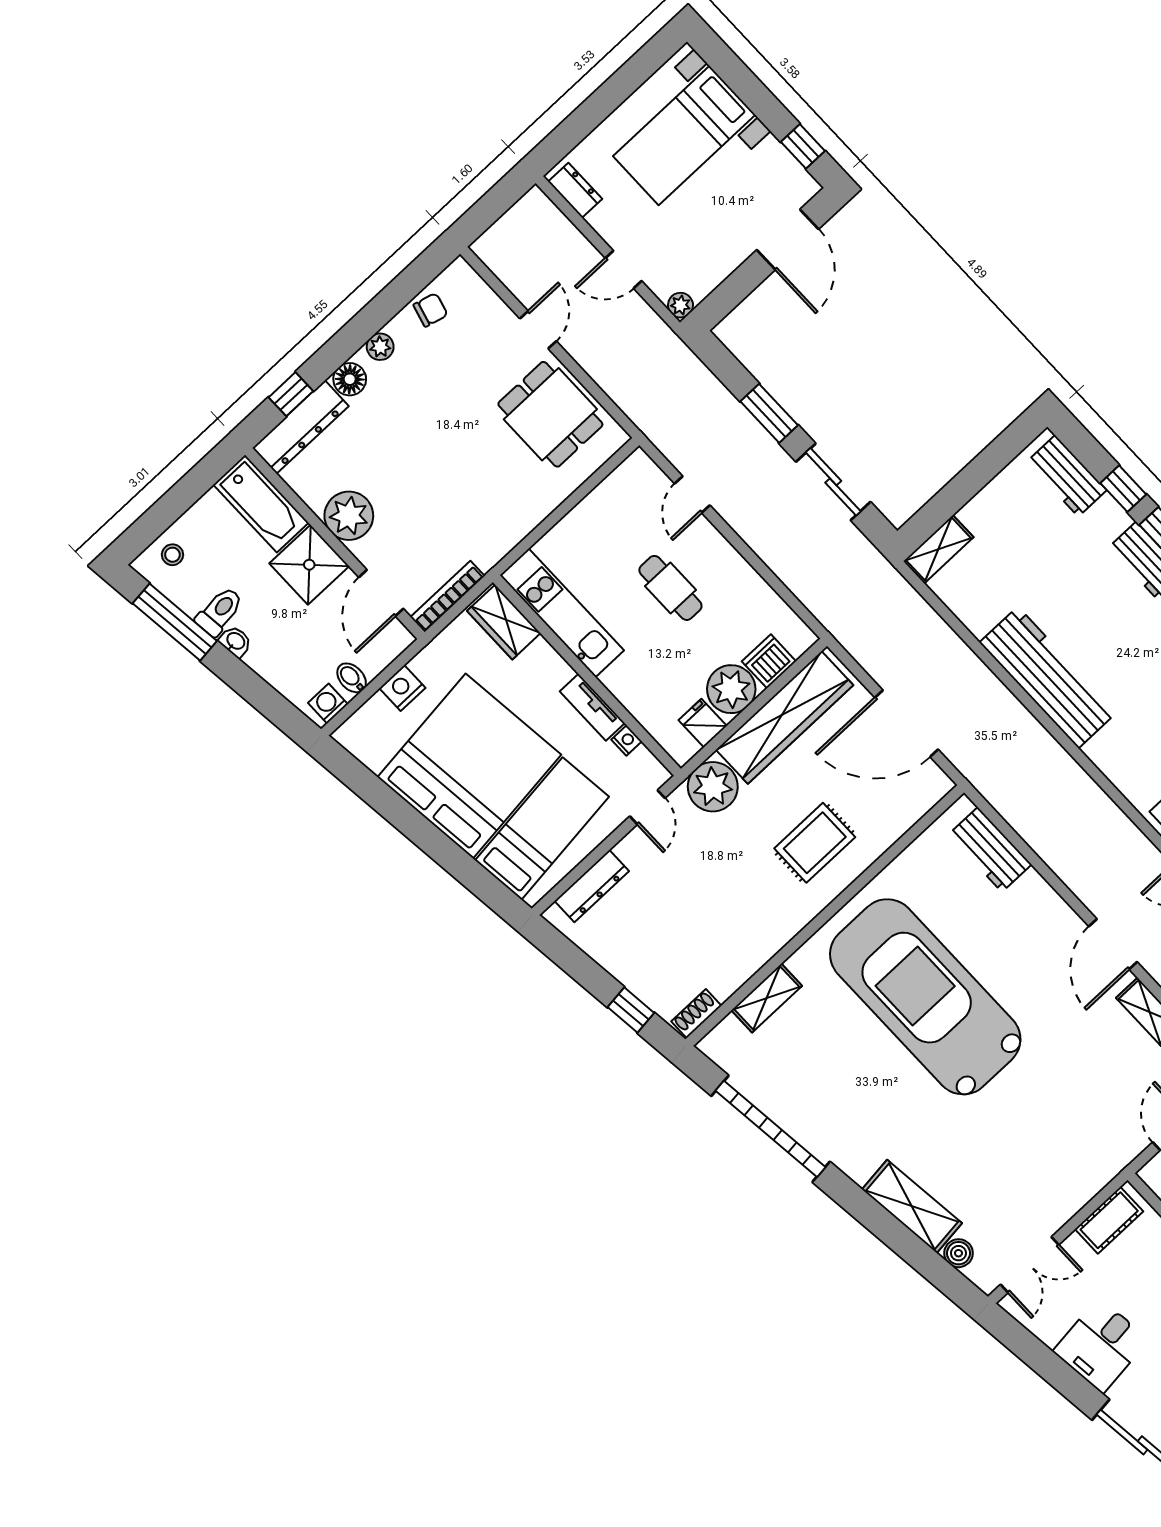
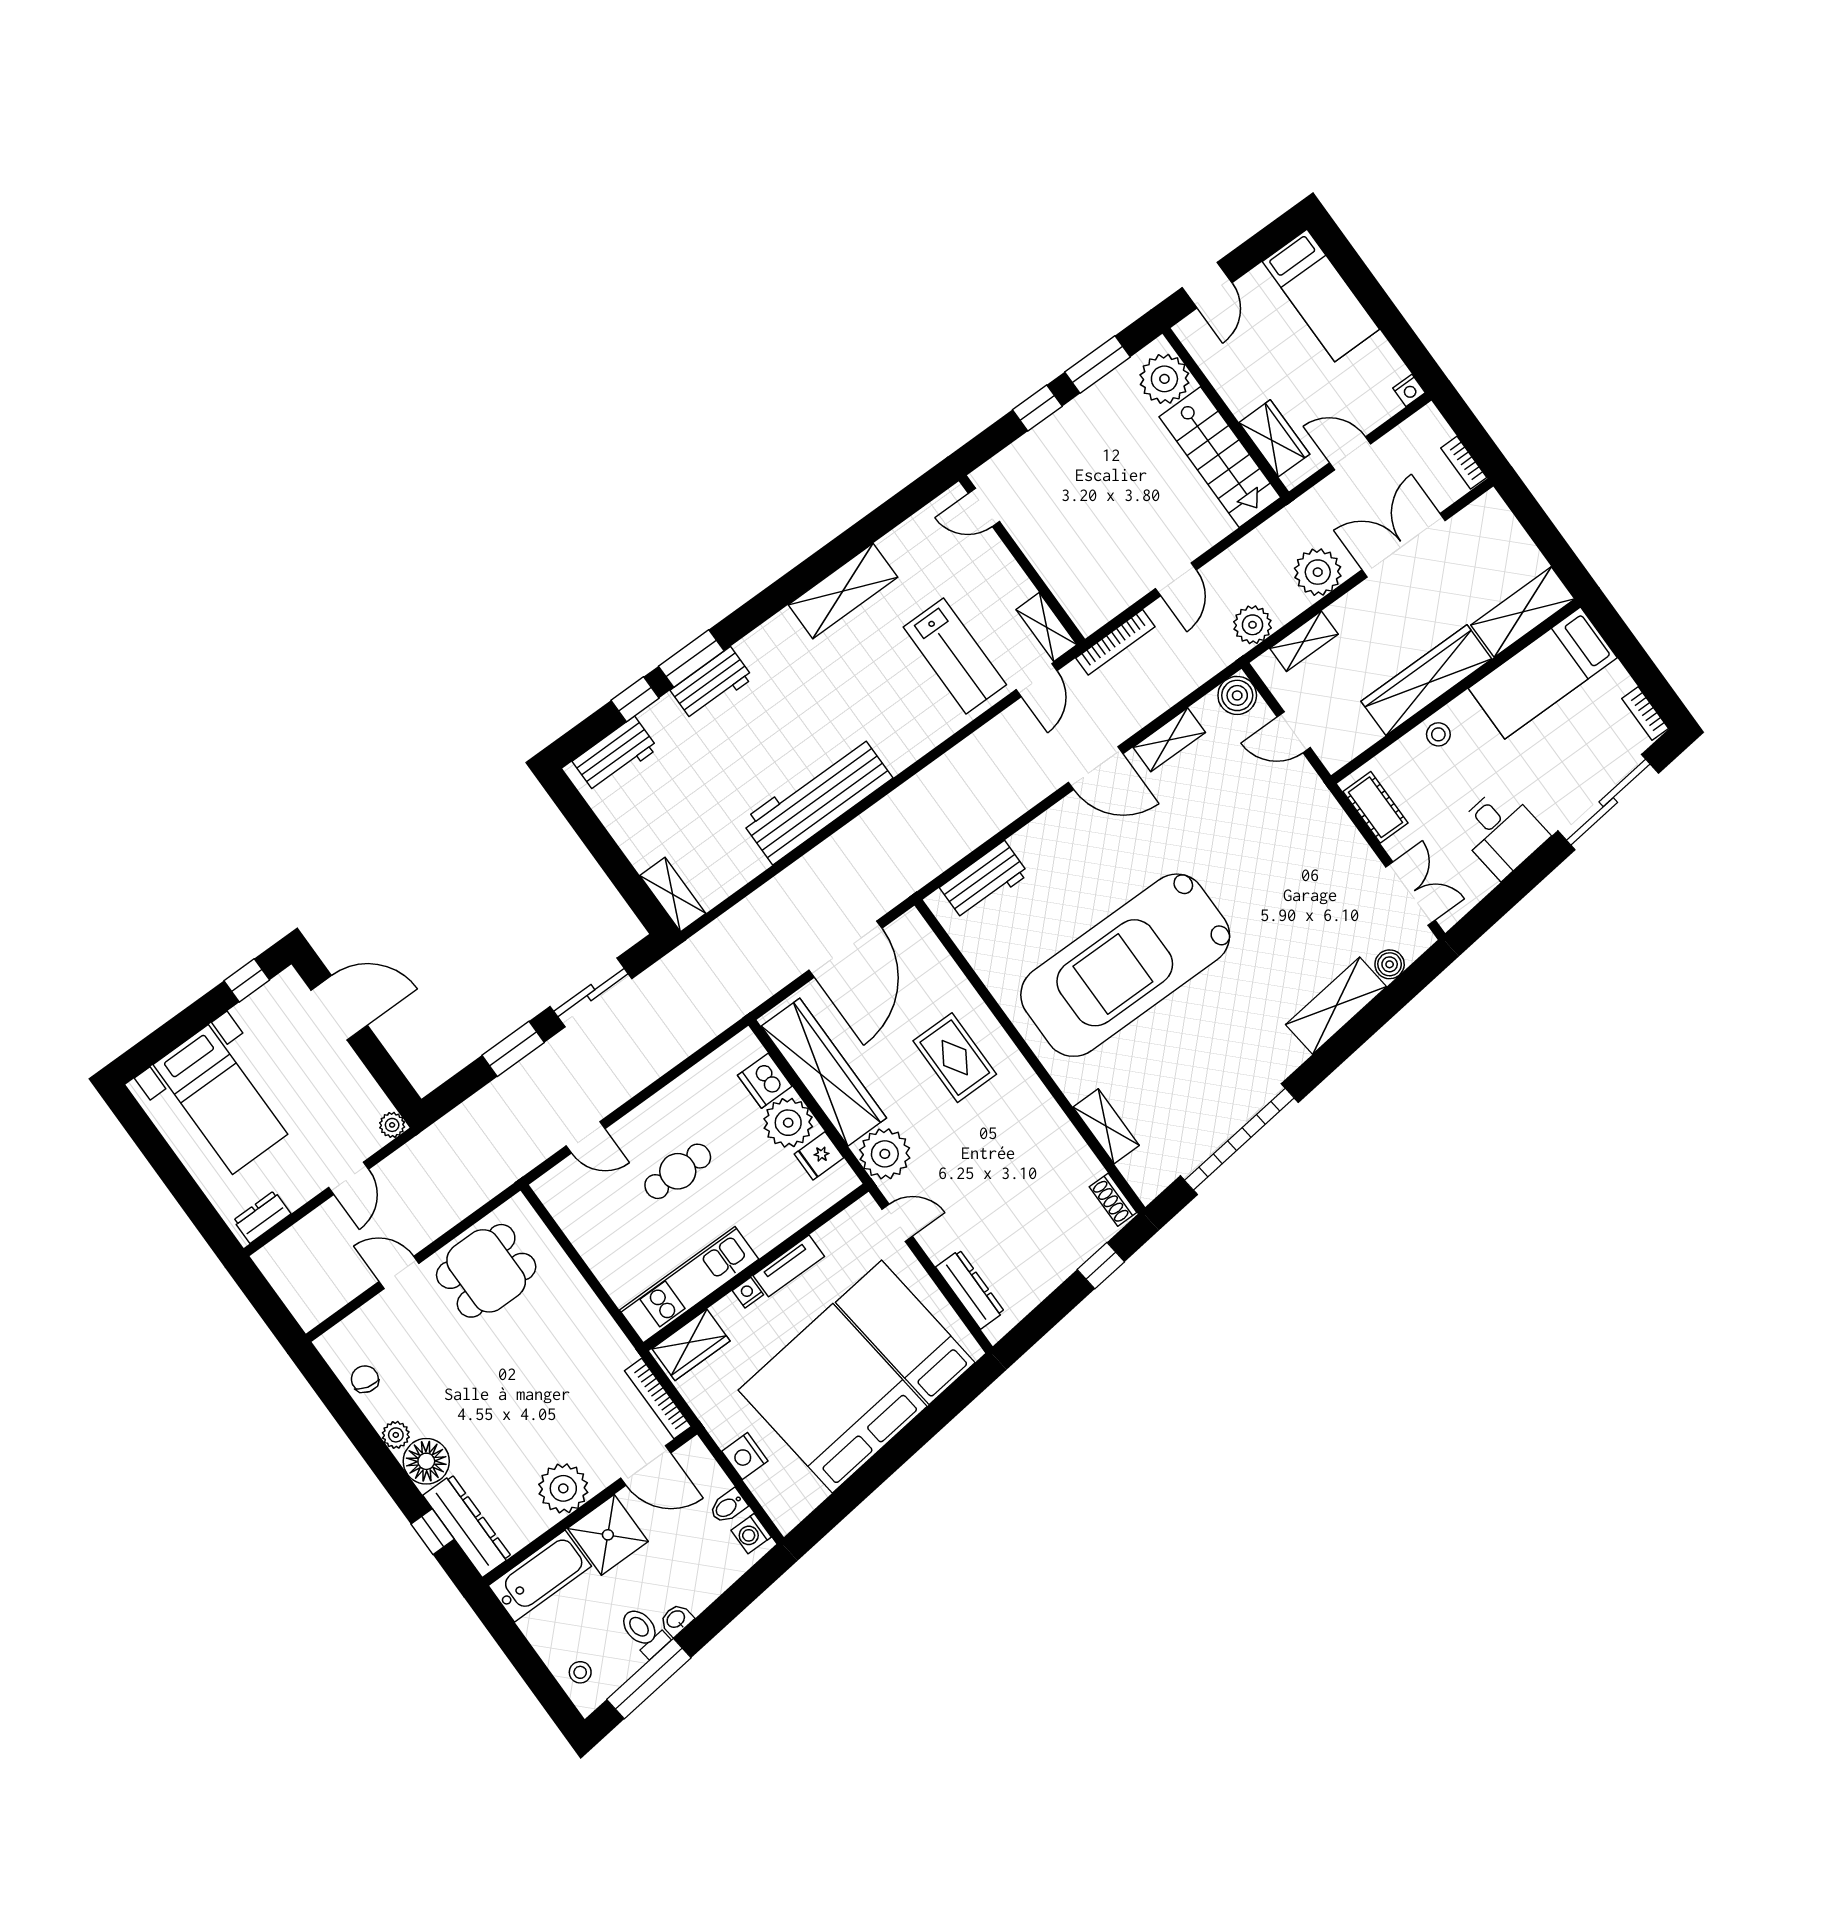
floor lamp: (350, 379) -> (426, 1461), width x1.38, depth x1.38
nightstand: (627, 740) -> (748, 1293), moved

